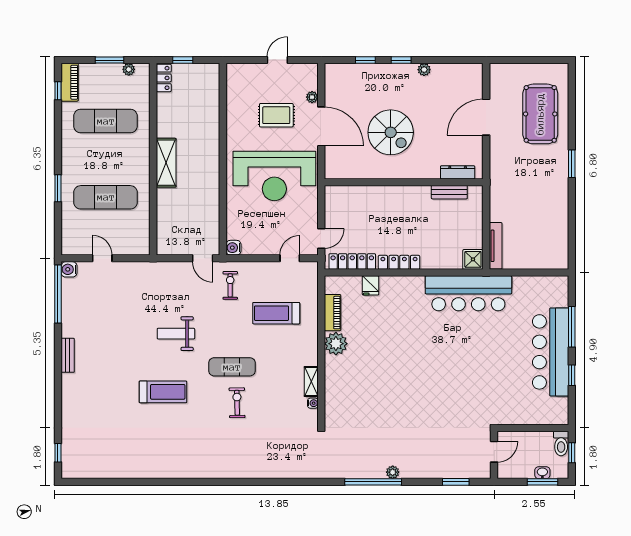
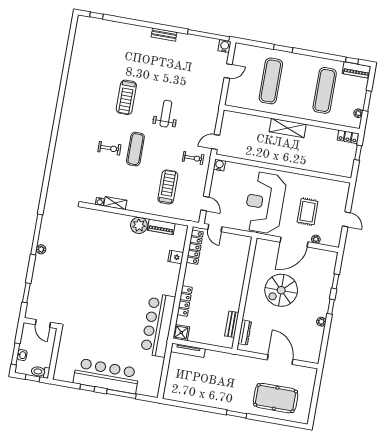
locker: (399, 262) -> (185, 301), moved

